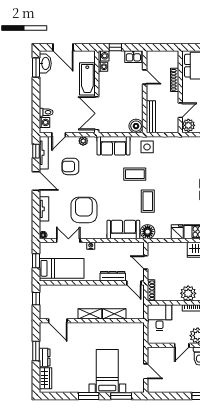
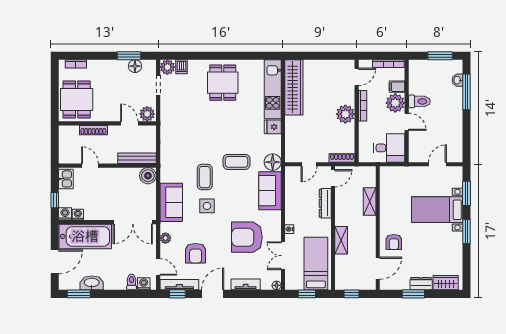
washbasin: (45, 63) -> (92, 283), moved
door: (145, 77) -> (90, 166), hinge flipped
bathtub: (87, 79) -> (85, 236), width x1.36, depth x1.36
side table: (147, 147) -> (207, 206), moved
shelving: (90, 314) -> (341, 240), moved
desk: (160, 318) -> (389, 148), moved, turned 180
armchair: (80, 334) -> (394, 242), added

